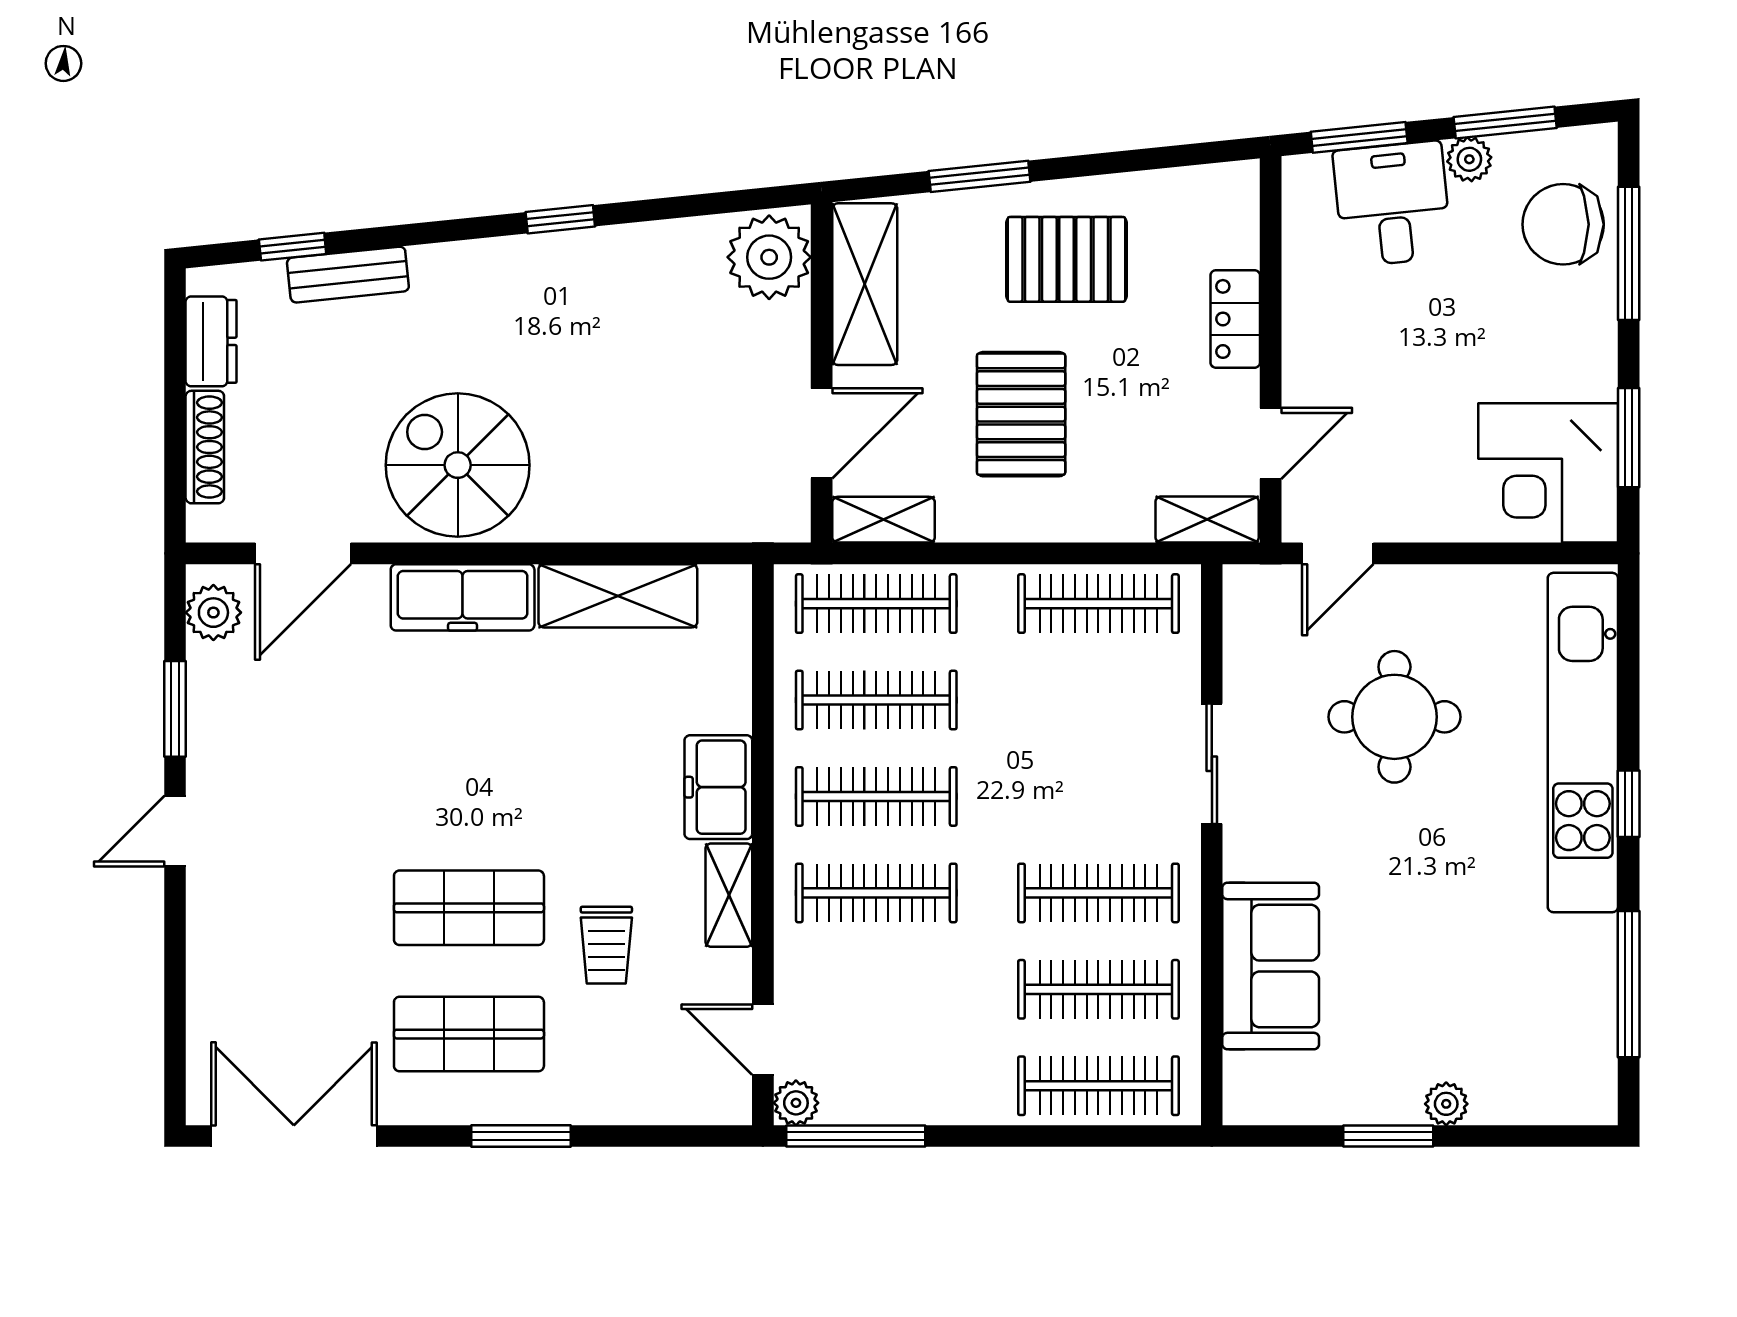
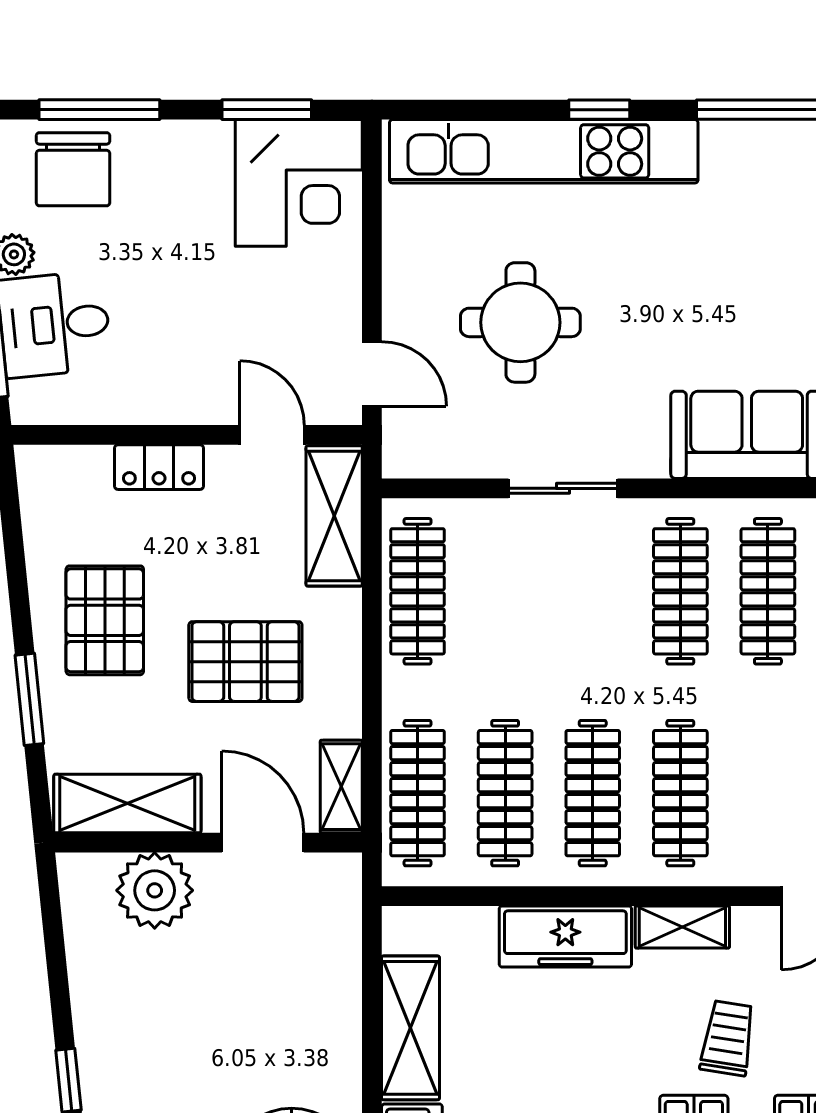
plant: (769, 257) -> (155, 890), moved
shelving: (1207, 520) -> (334, 516), width x1.50, depth x1.33
freezer: (718, 787) -> (565, 936), width x1.40
trolley: (606, 945) -> (728, 1038), turned -81

